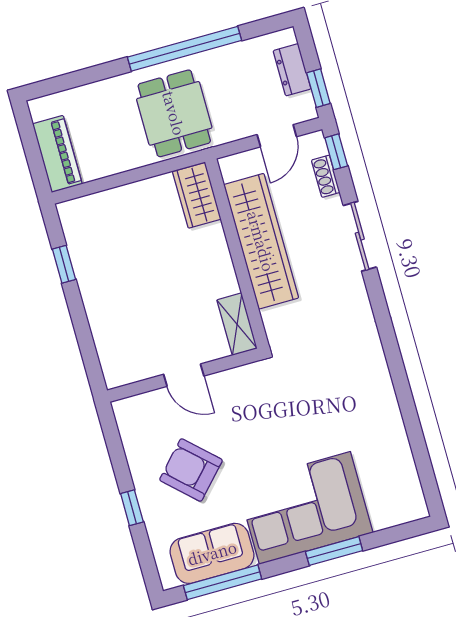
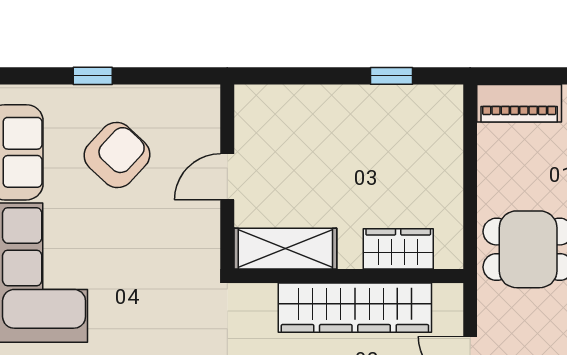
wardrobe: (197, 195) -> (398, 249), moved
shelving: (237, 324) -> (285, 249), width x1.50, depth x1.33

